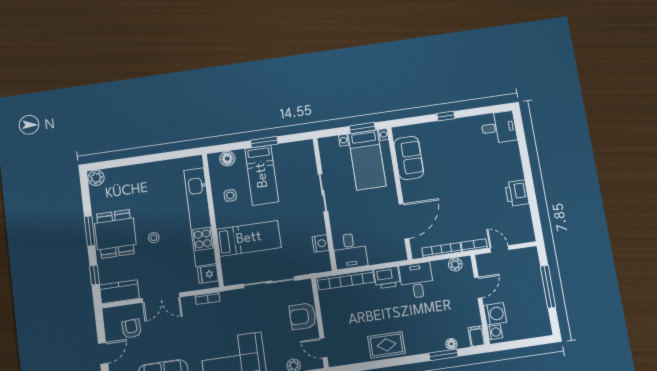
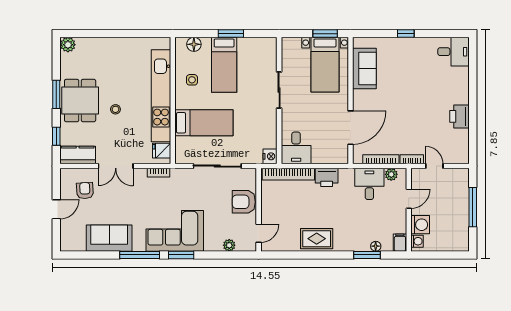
nightstand: (321, 243) -> (270, 156), moved
desk: (417, 280) -> (369, 184), moved
door: (323, 348) -> (259, 233), swing flipped

